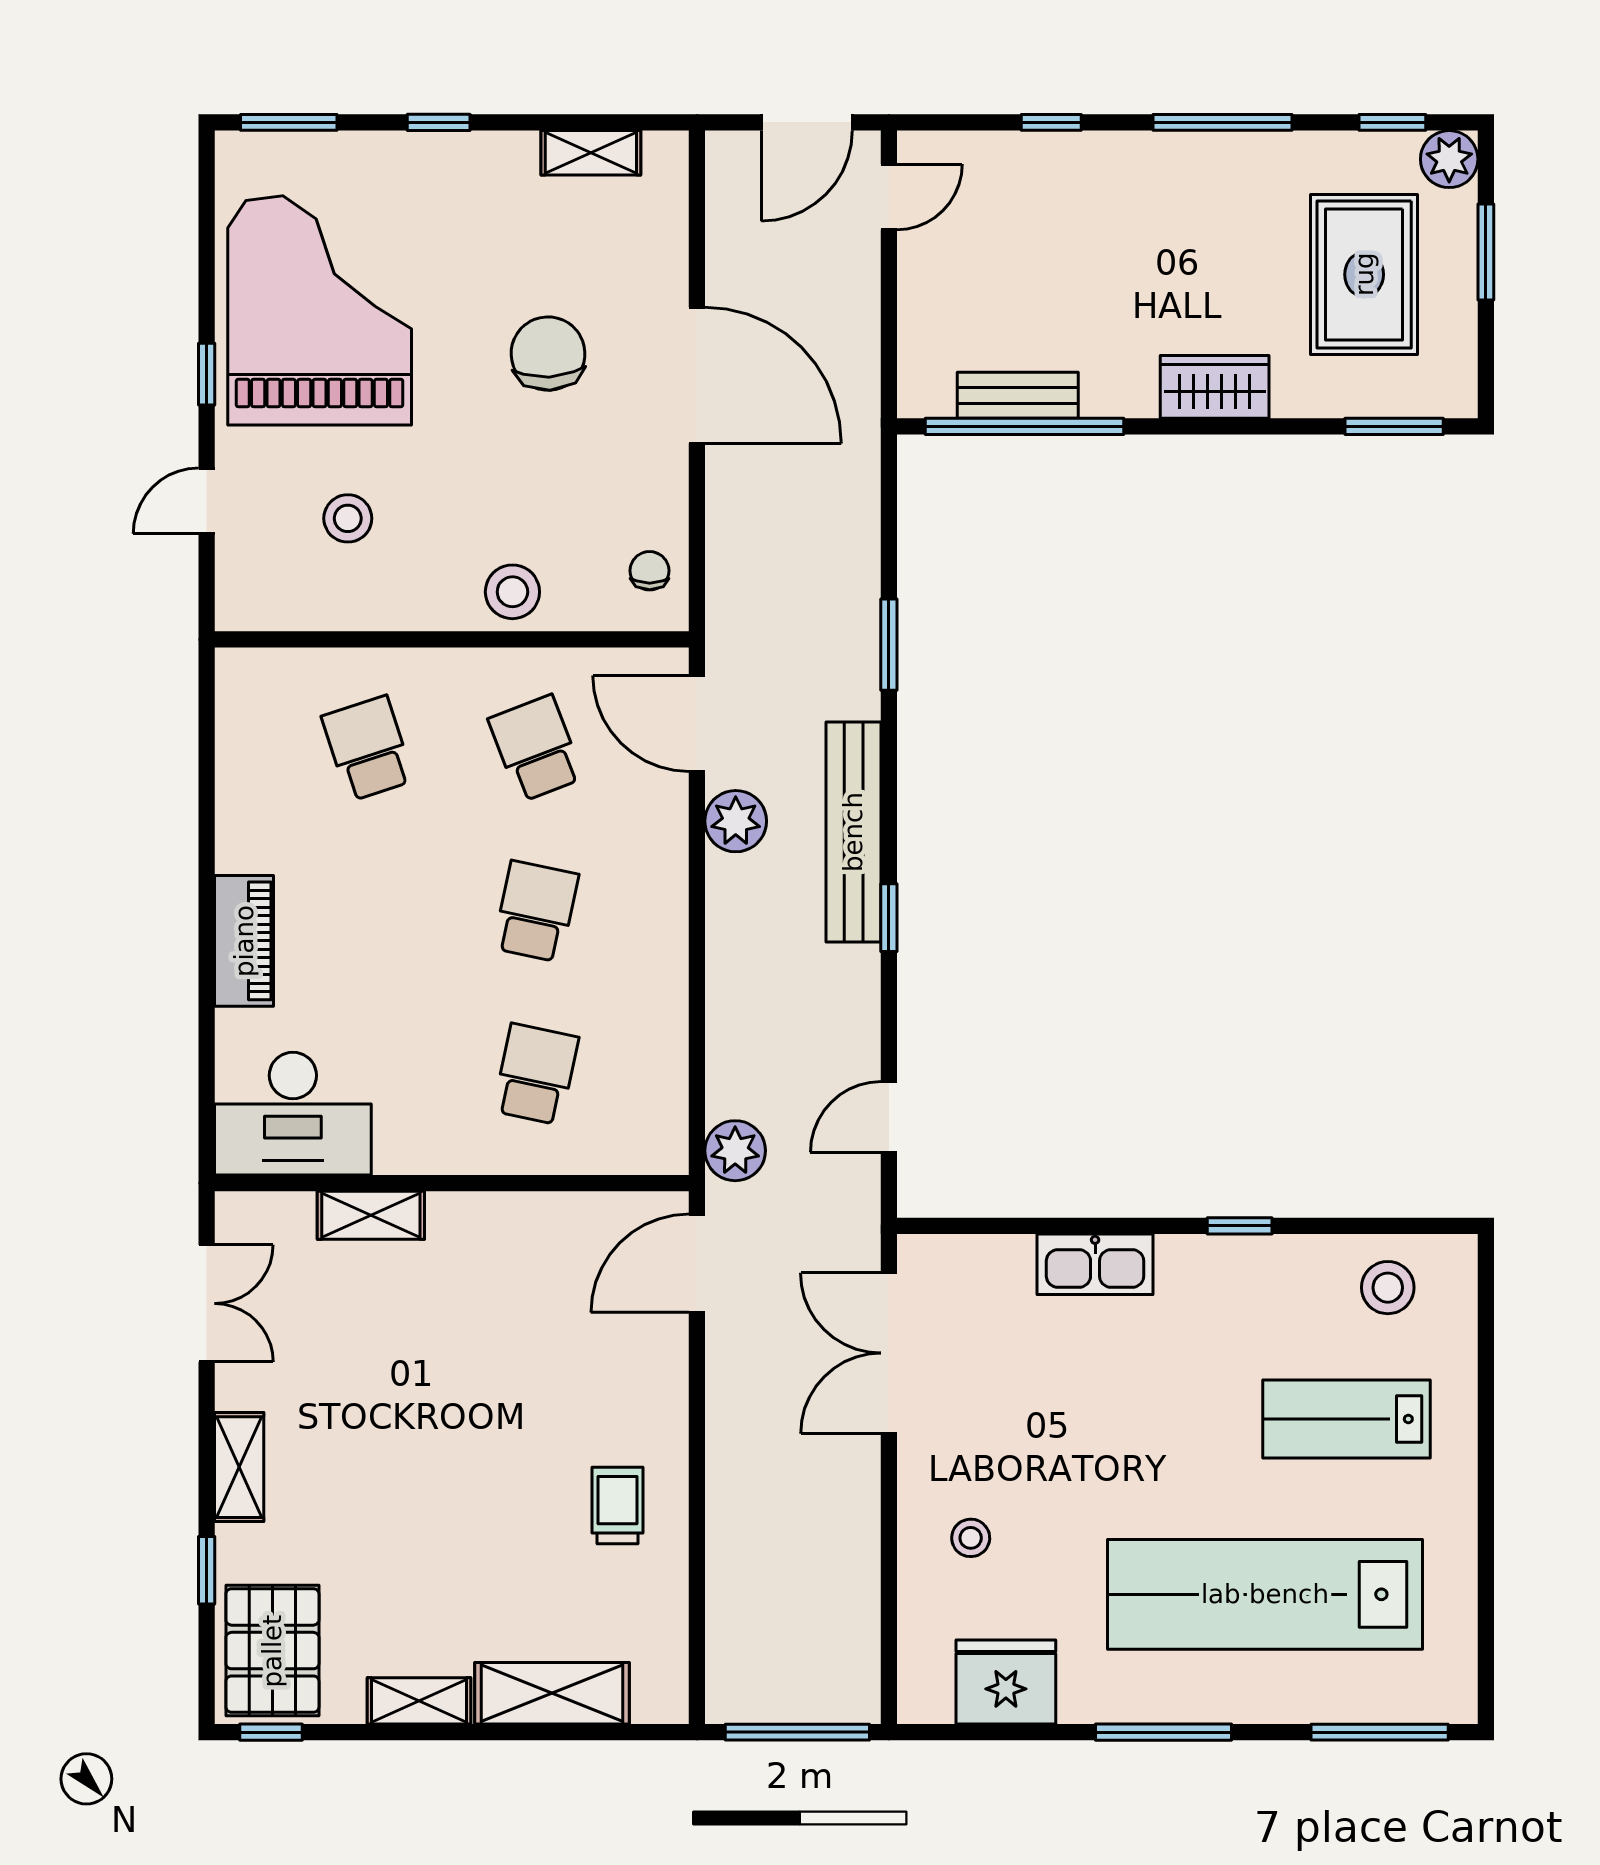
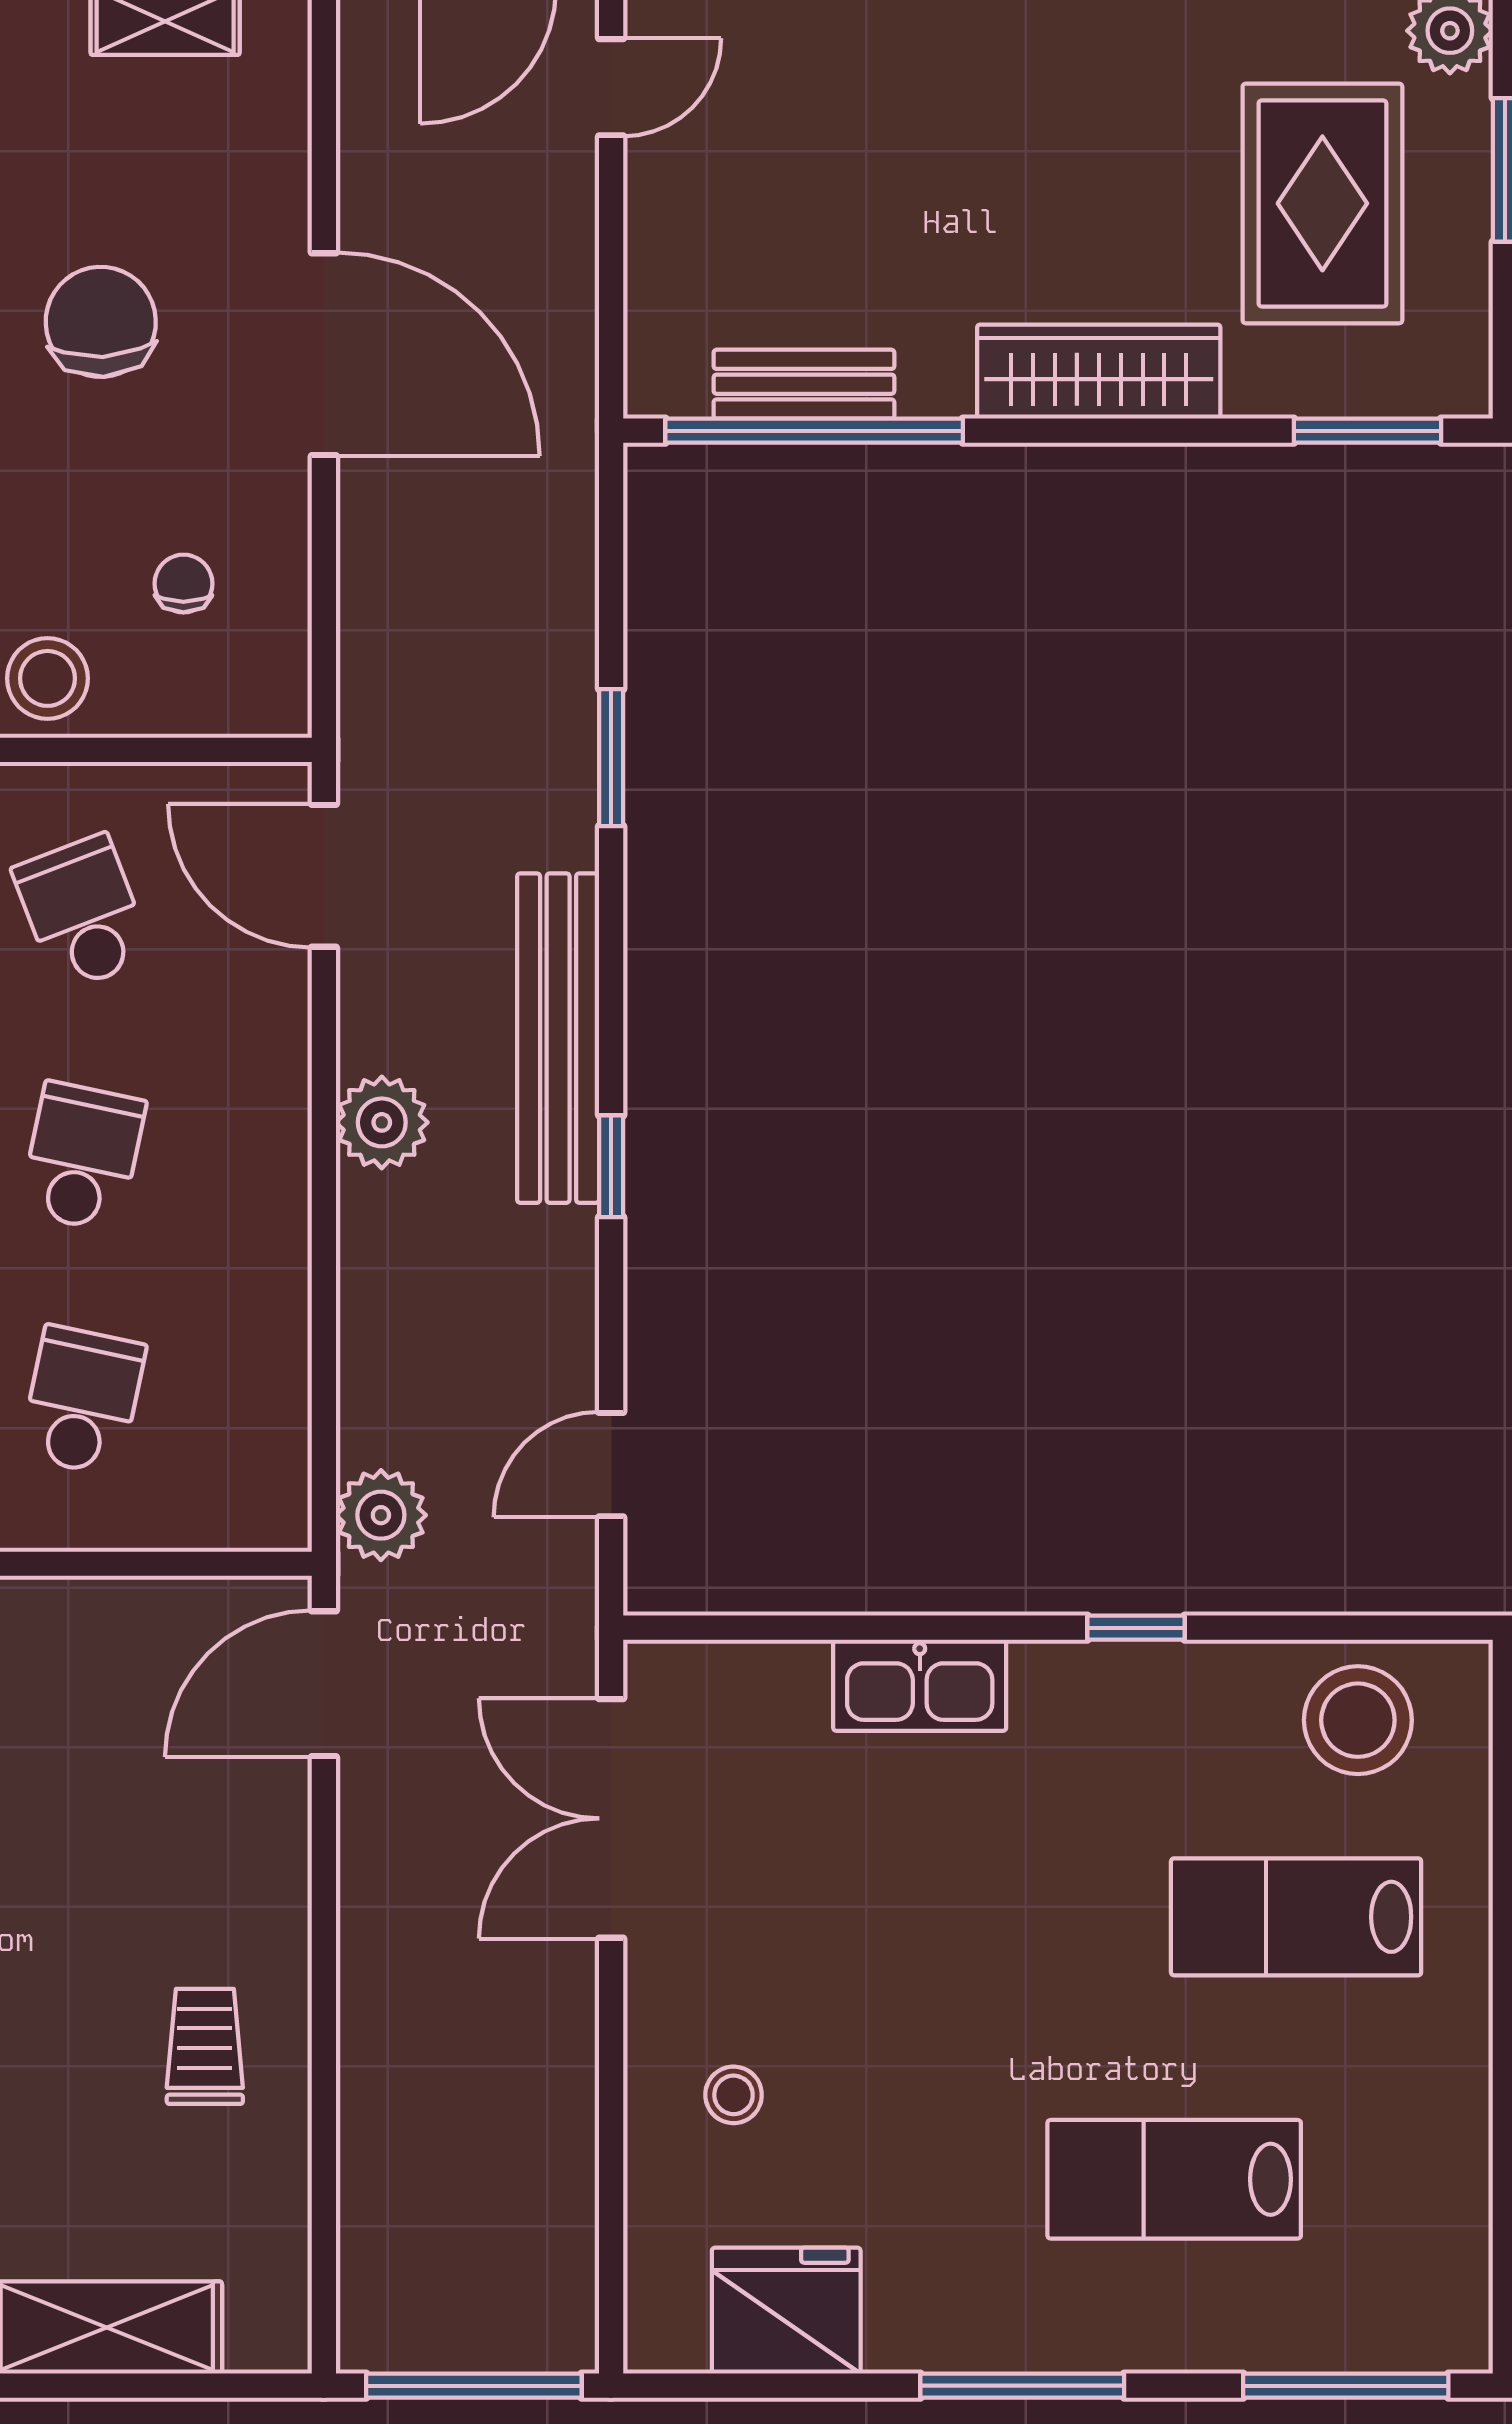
wardrobe: (1215, 387) -> (1099, 372), width x1.50
chair: (650, 571) -> (183, 584), moved
plant: (736, 821) -> (382, 1122), moved
stool: (1388, 1288) -> (1358, 1720), width x1.38, depth x1.38
lab bench: (1265, 1594) -> (1174, 2179), width x0.54, depth x0.72

